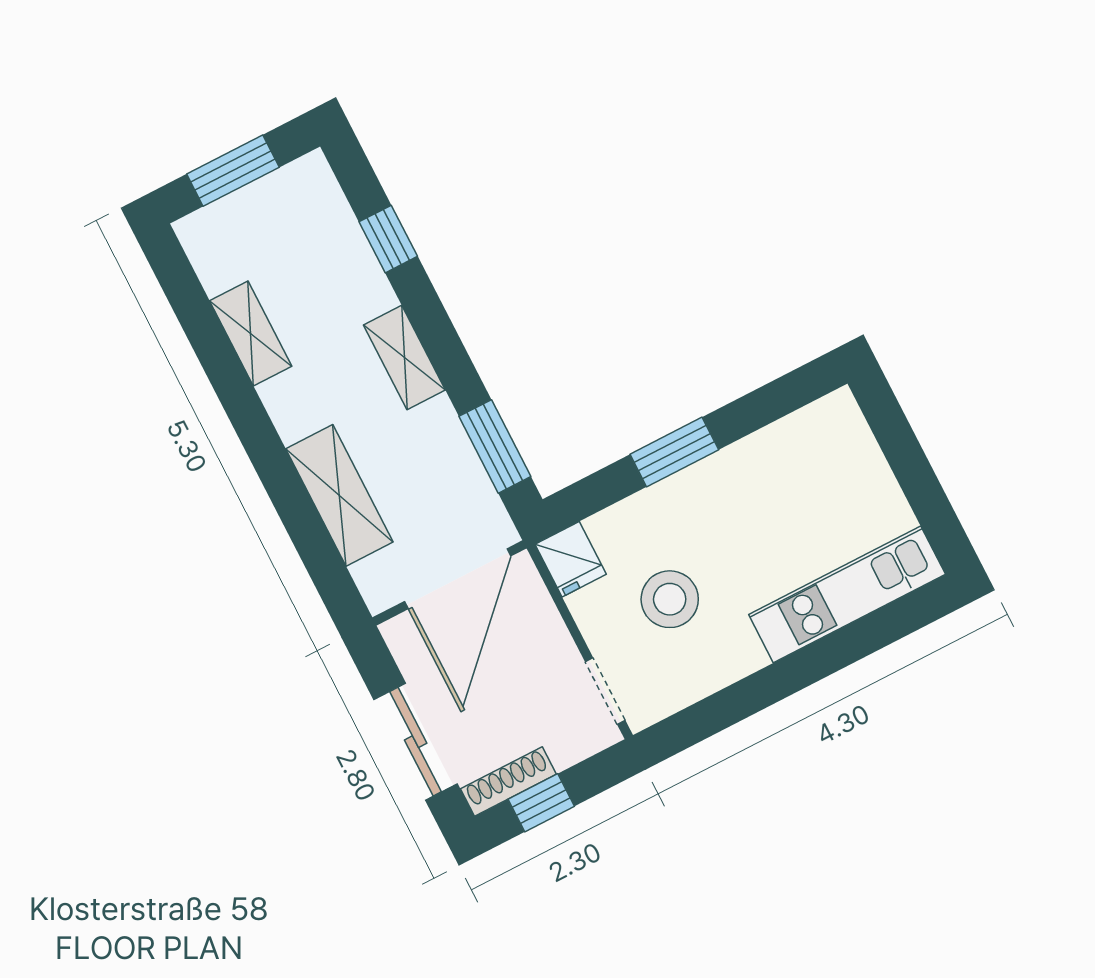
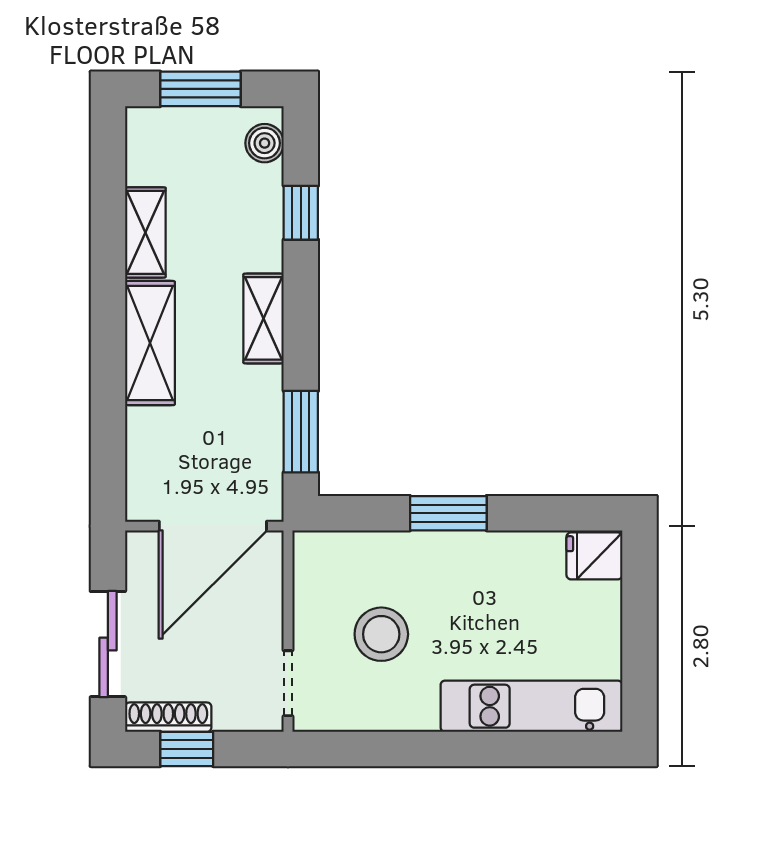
boiler: (320, 191) -> (265, 143), added
shelving: (339, 495) -> (150, 343), moved
fridge: (571, 559) -> (594, 556), moved, turned 90

